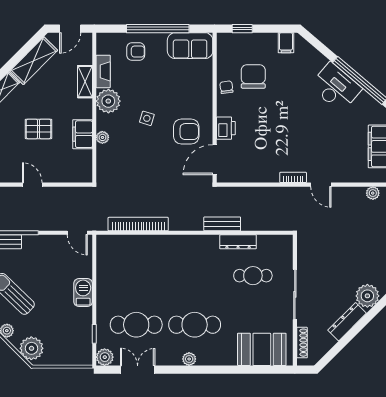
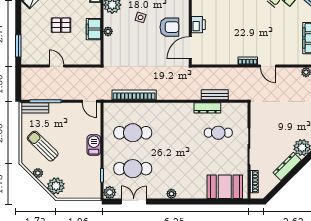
bench: (222, 224) -> (215, 95), moved
cafe table: (195, 325) -> (133, 133), moved

